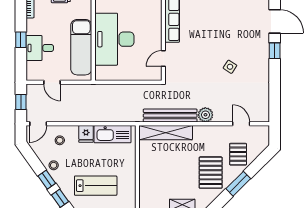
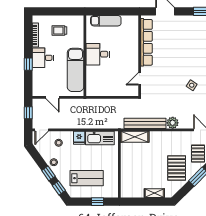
desk: (114, 39) -> (98, 54), width x0.53, depth x0.77
desk: (40, 48) -> (43, 58), moved
shelving: (166, 133) -> (135, 137), width x0.68

